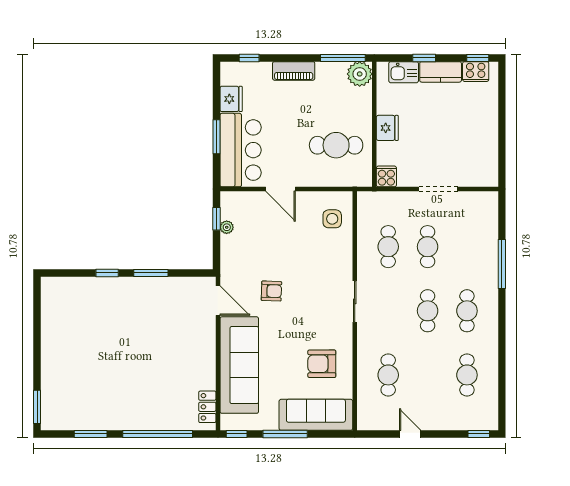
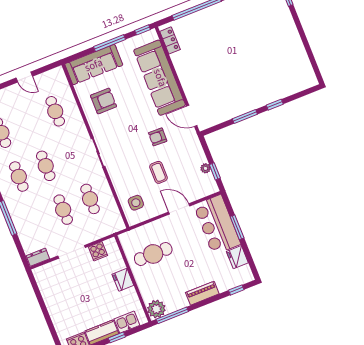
cooker: (386, 176) -> (98, 251), moved
dresser: (484, 199) -> (38, 257), added
coffee table: (288, 246) -> (159, 172), added

